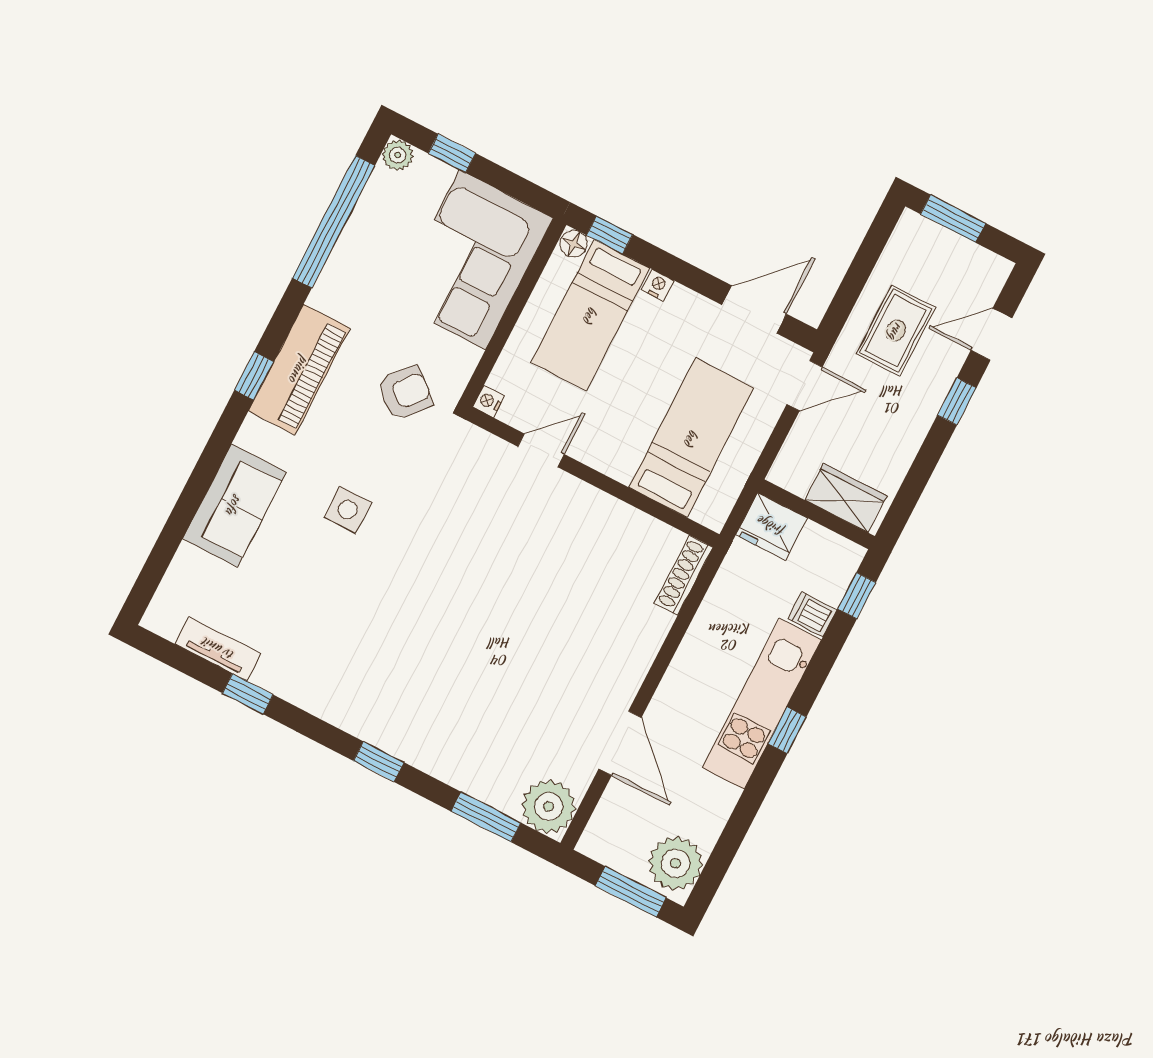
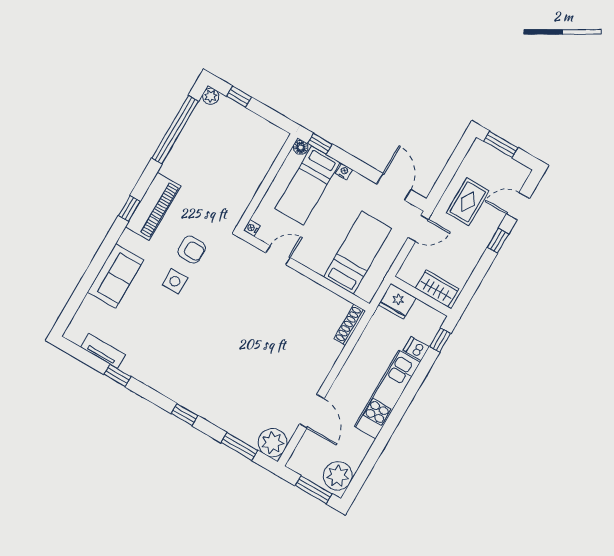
corner sofa: (473, 260) -> (247, 153), removed
door: (754, 309) -> (394, 187), hinge flipped
armchair: (405, 393) -> (192, 250), moved, turned 49
window: (787, 730) -> (400, 409), removed

